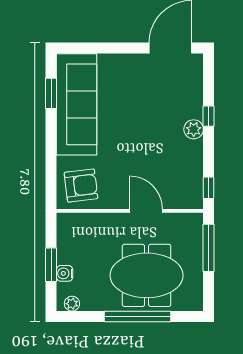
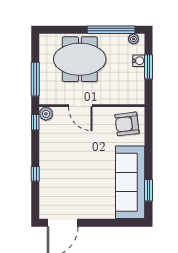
plant: (194, 129) -> (46, 114), moved
window: (138, 317) -> (111, 30), moved

